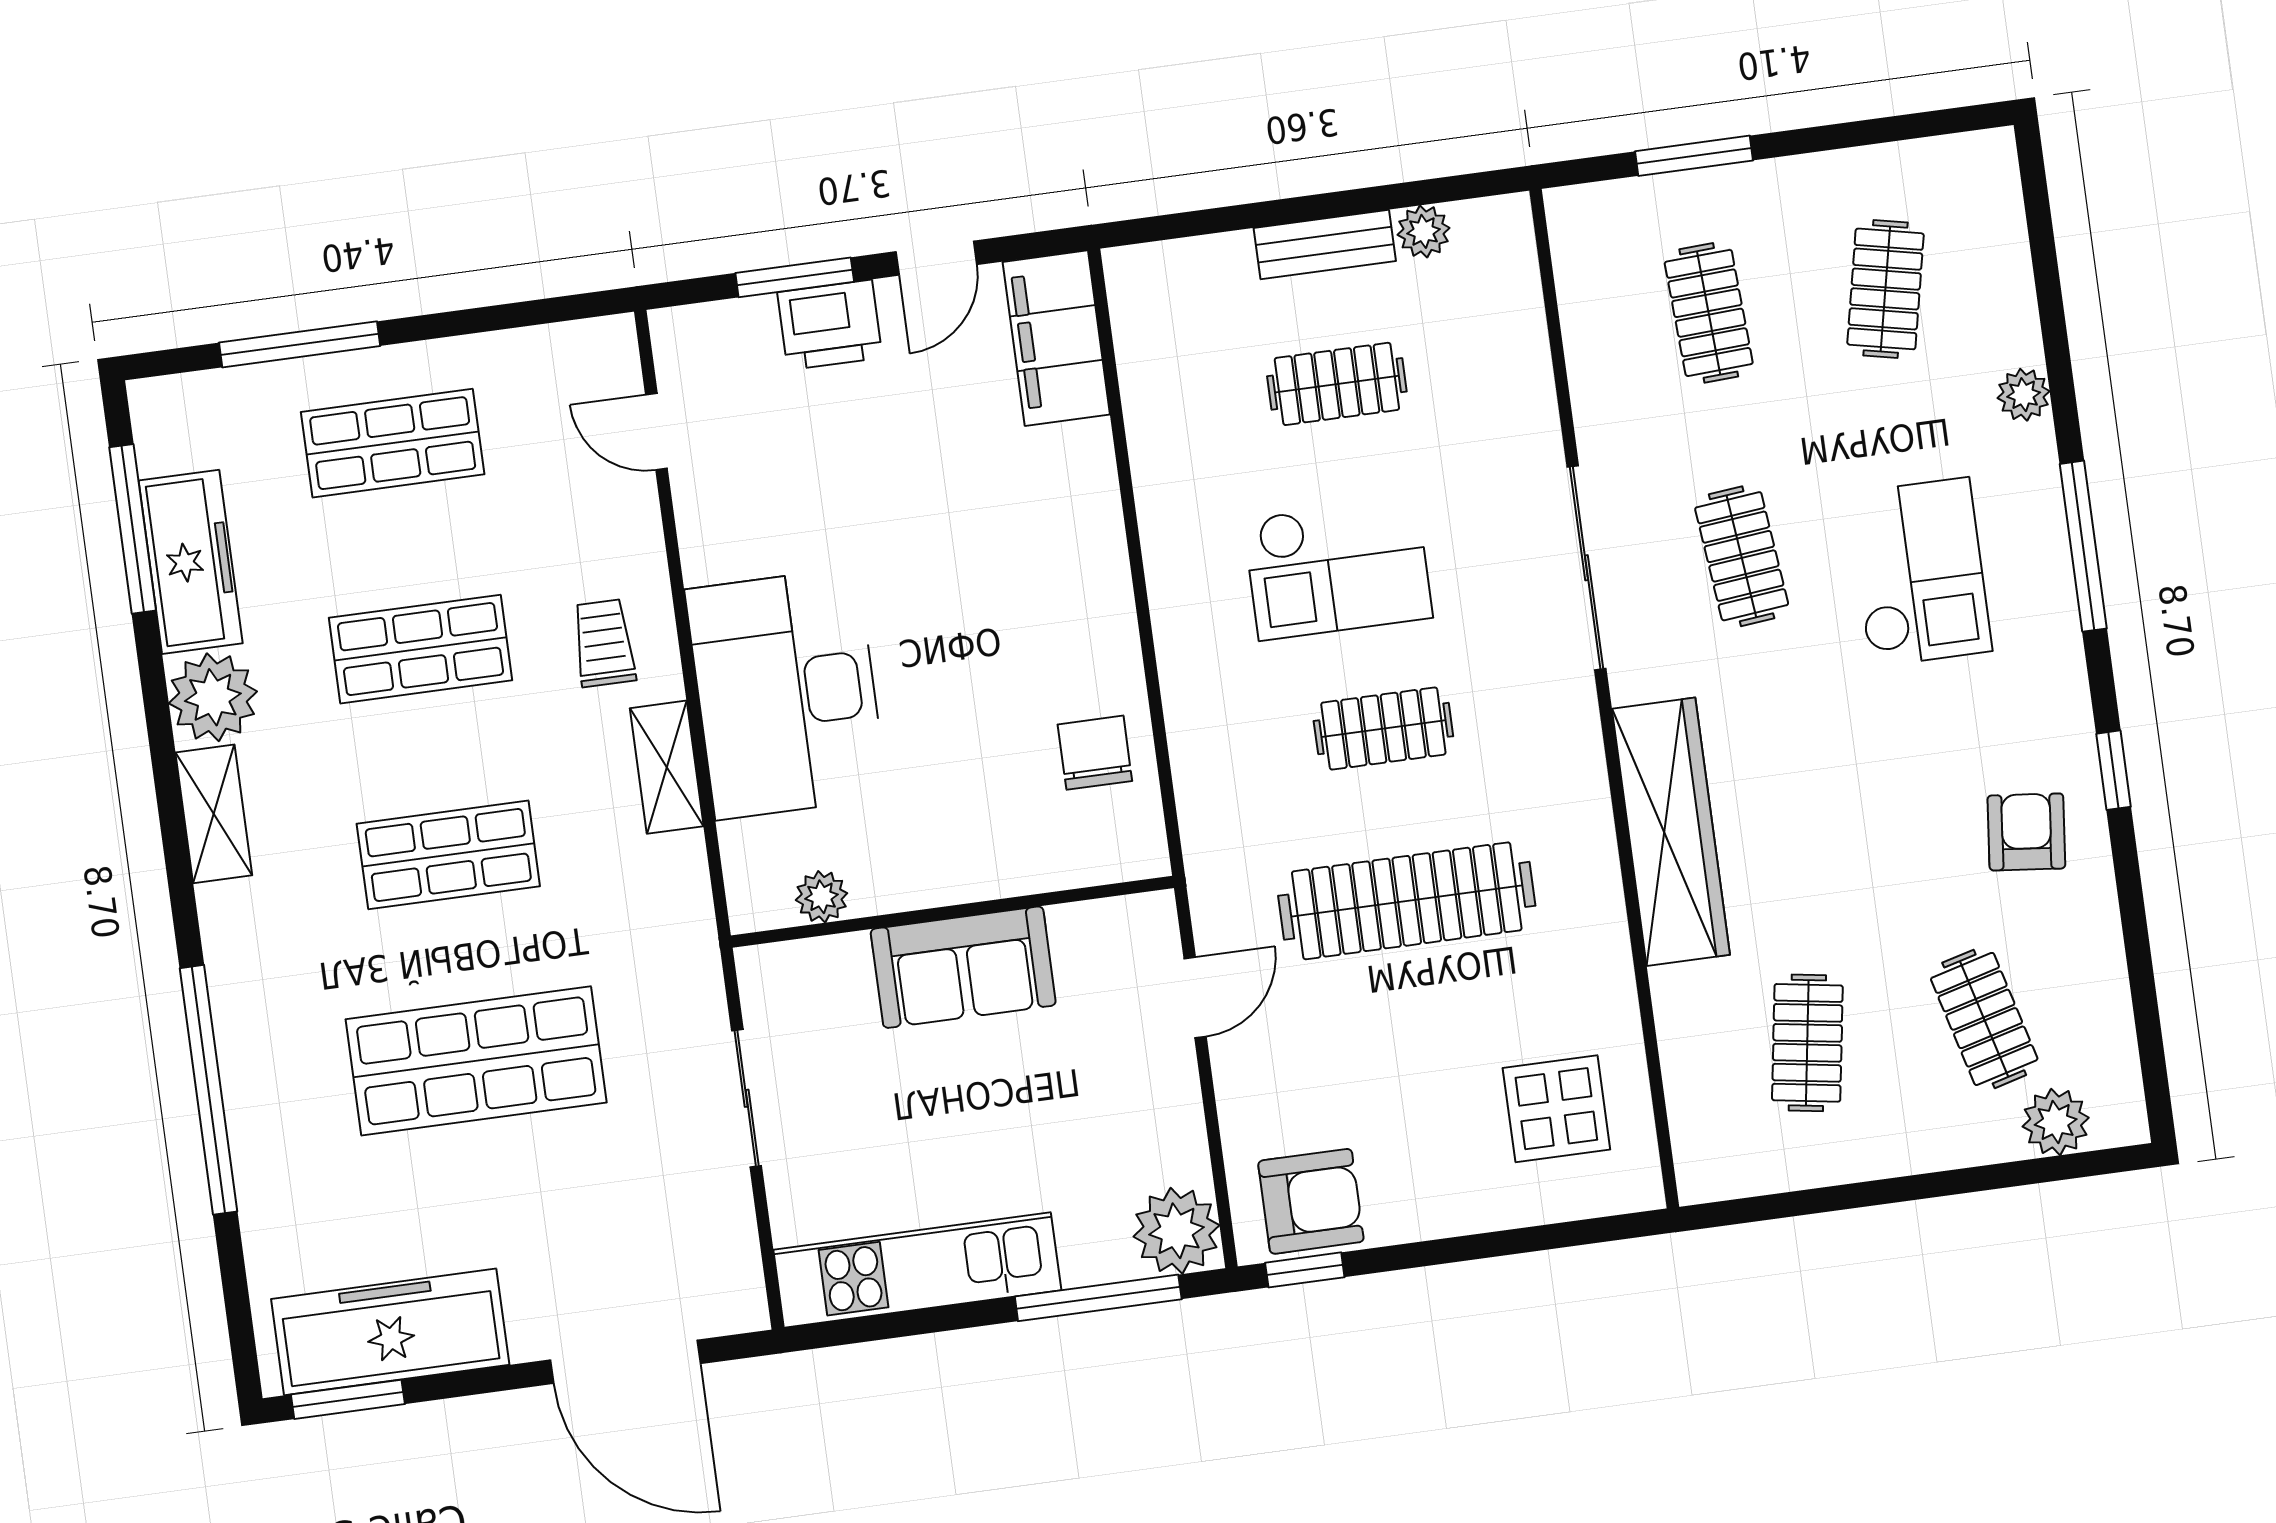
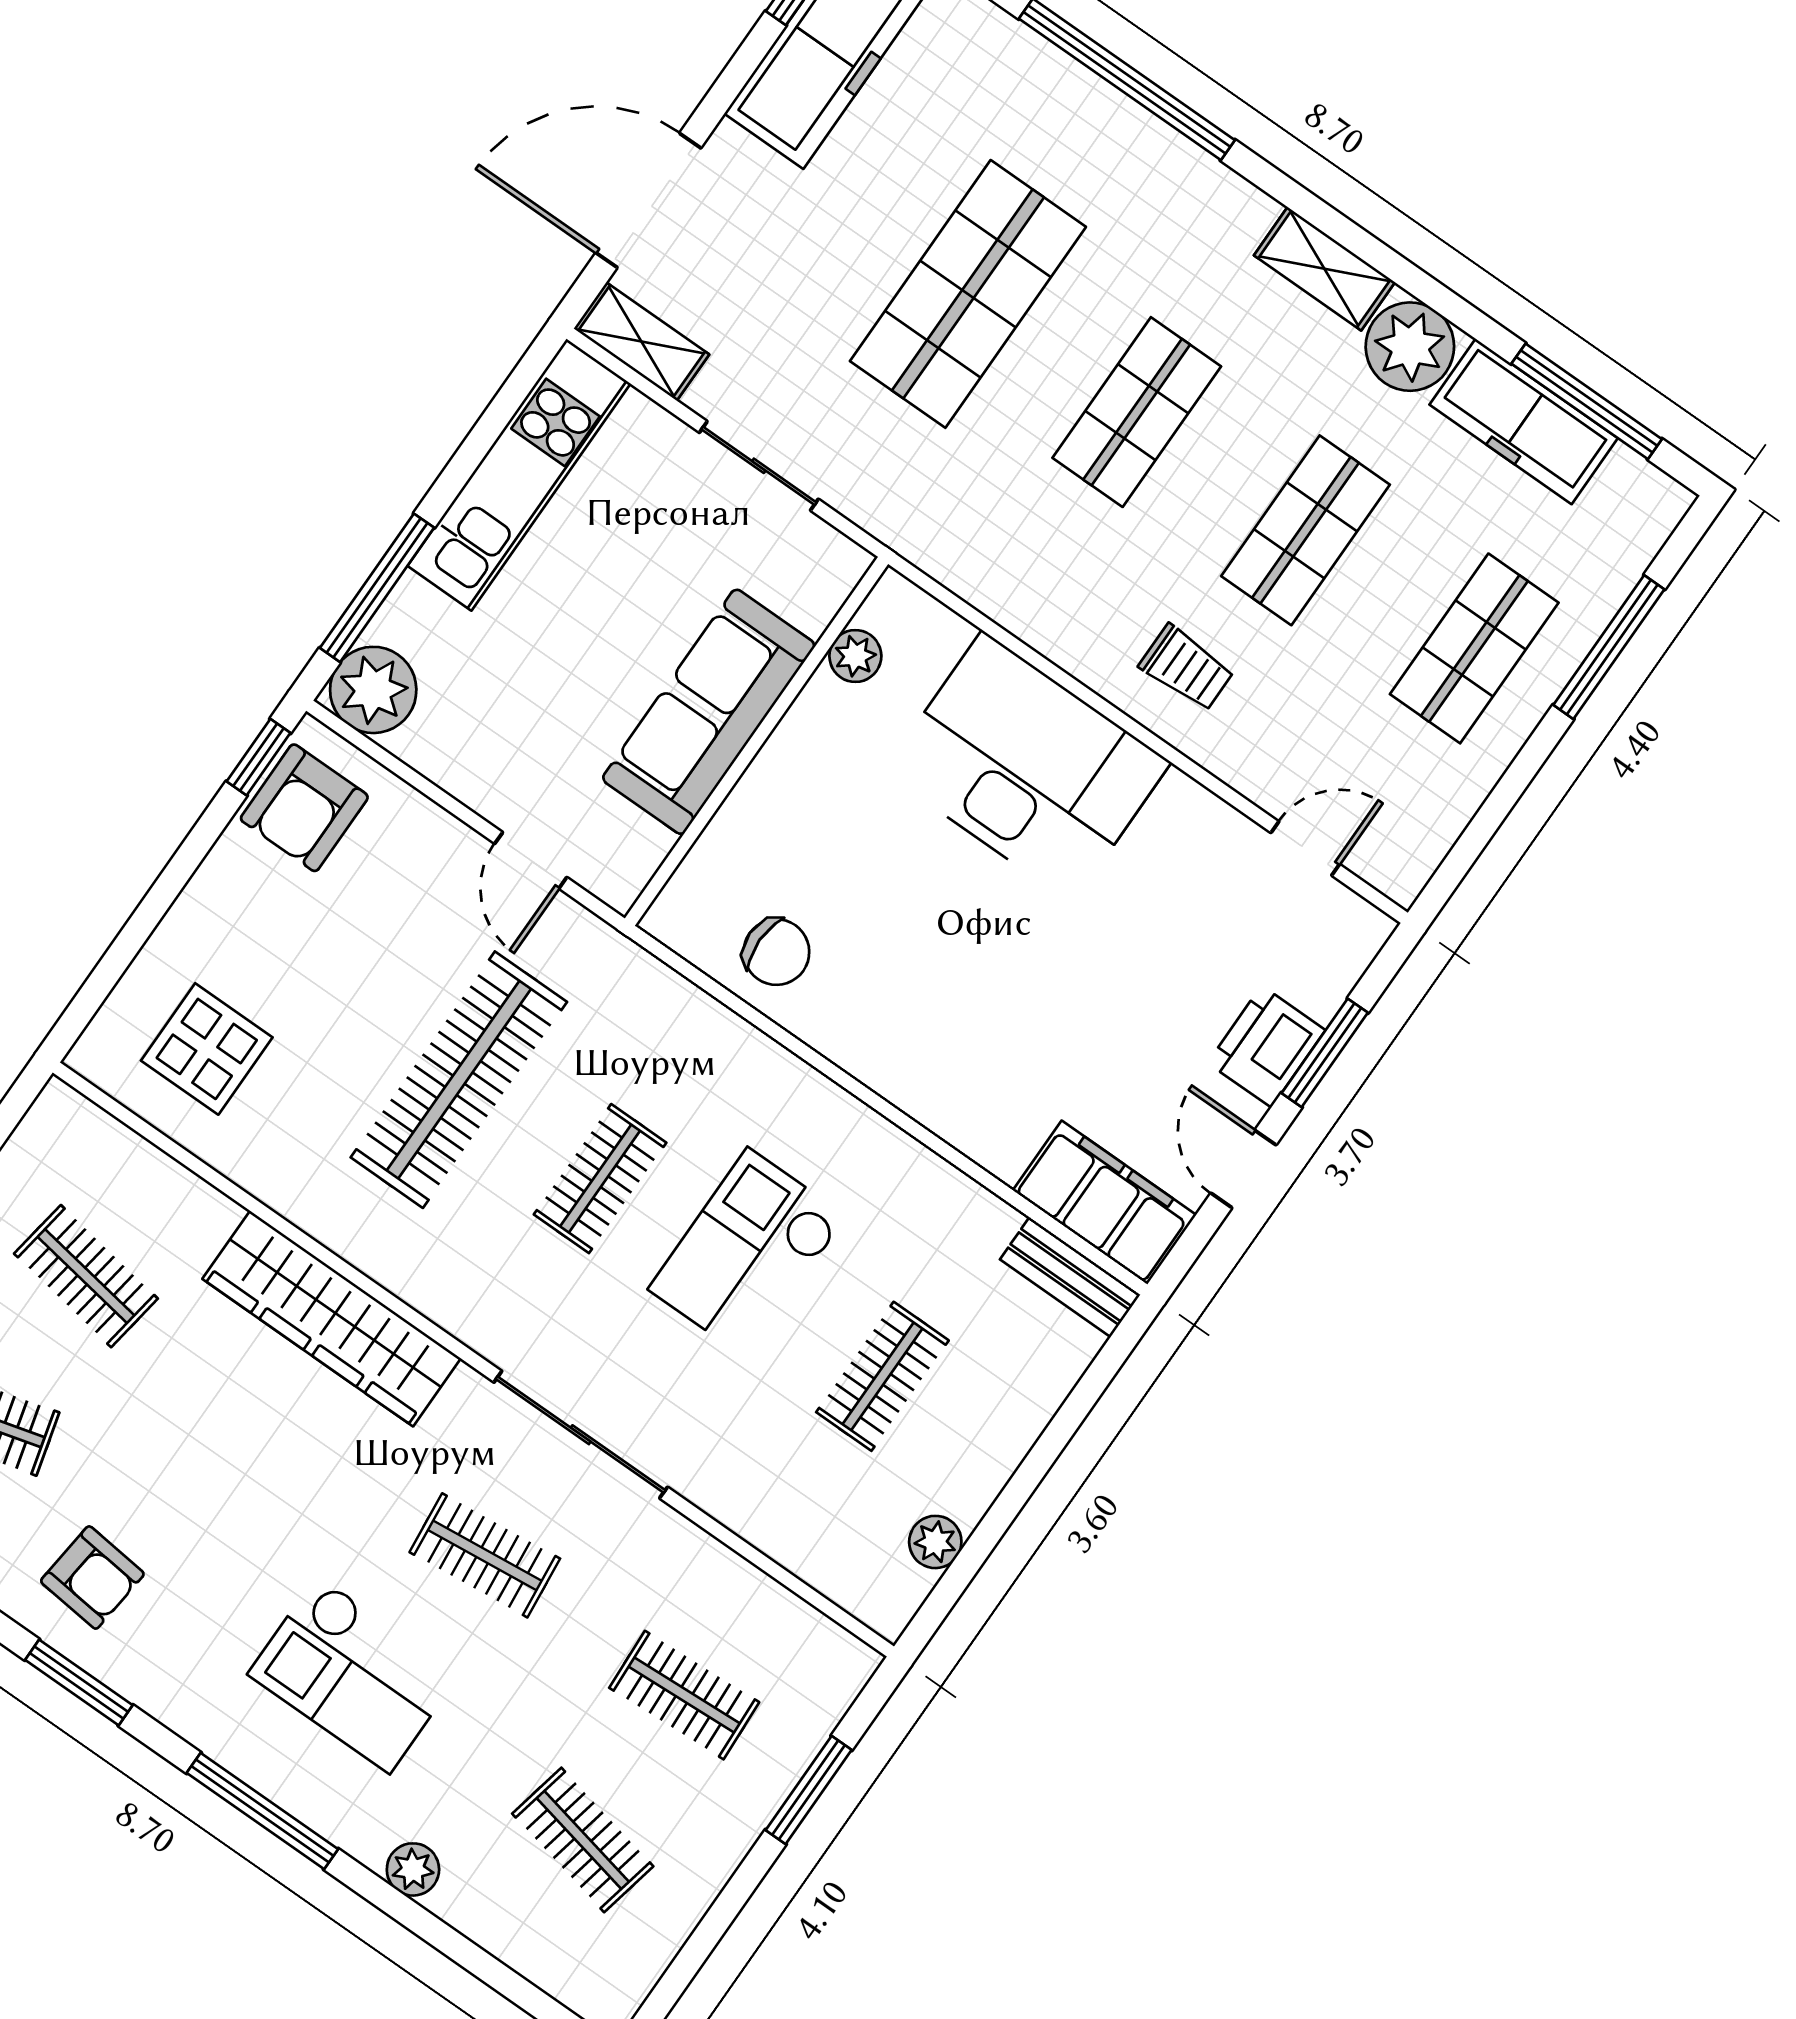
bench: (1325, 244) -> (1070, 1277), moved, turned 90
shelving: (667, 767) -> (641, 342), moved
window: (2113, 770) -> (79, 1682), width x1.50
sofa: (963, 967) -> (709, 712), width x1.36

